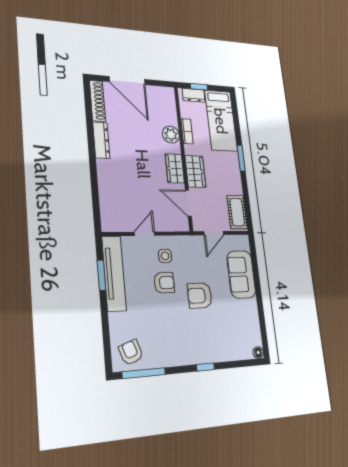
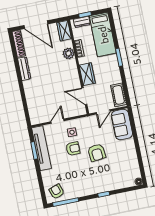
wardrobe: (175, 168) -> (64, 31), moved
sofa: (241, 274) -> (122, 125), moved
armchair: (200, 296) -> (97, 153), turned -96

